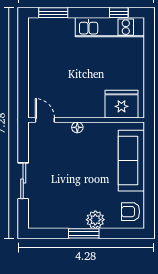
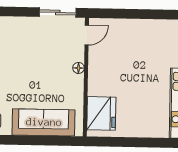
sliding door: (23, 181) -> (58, 12), moved

